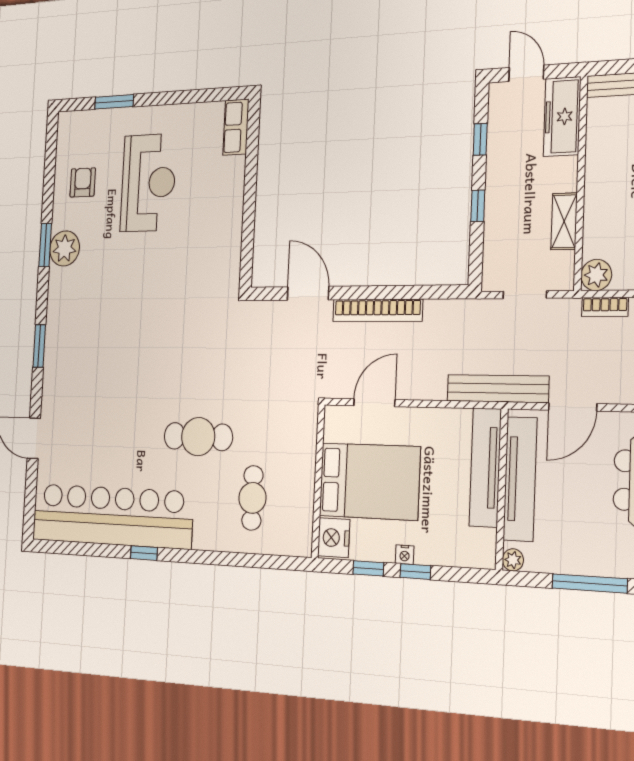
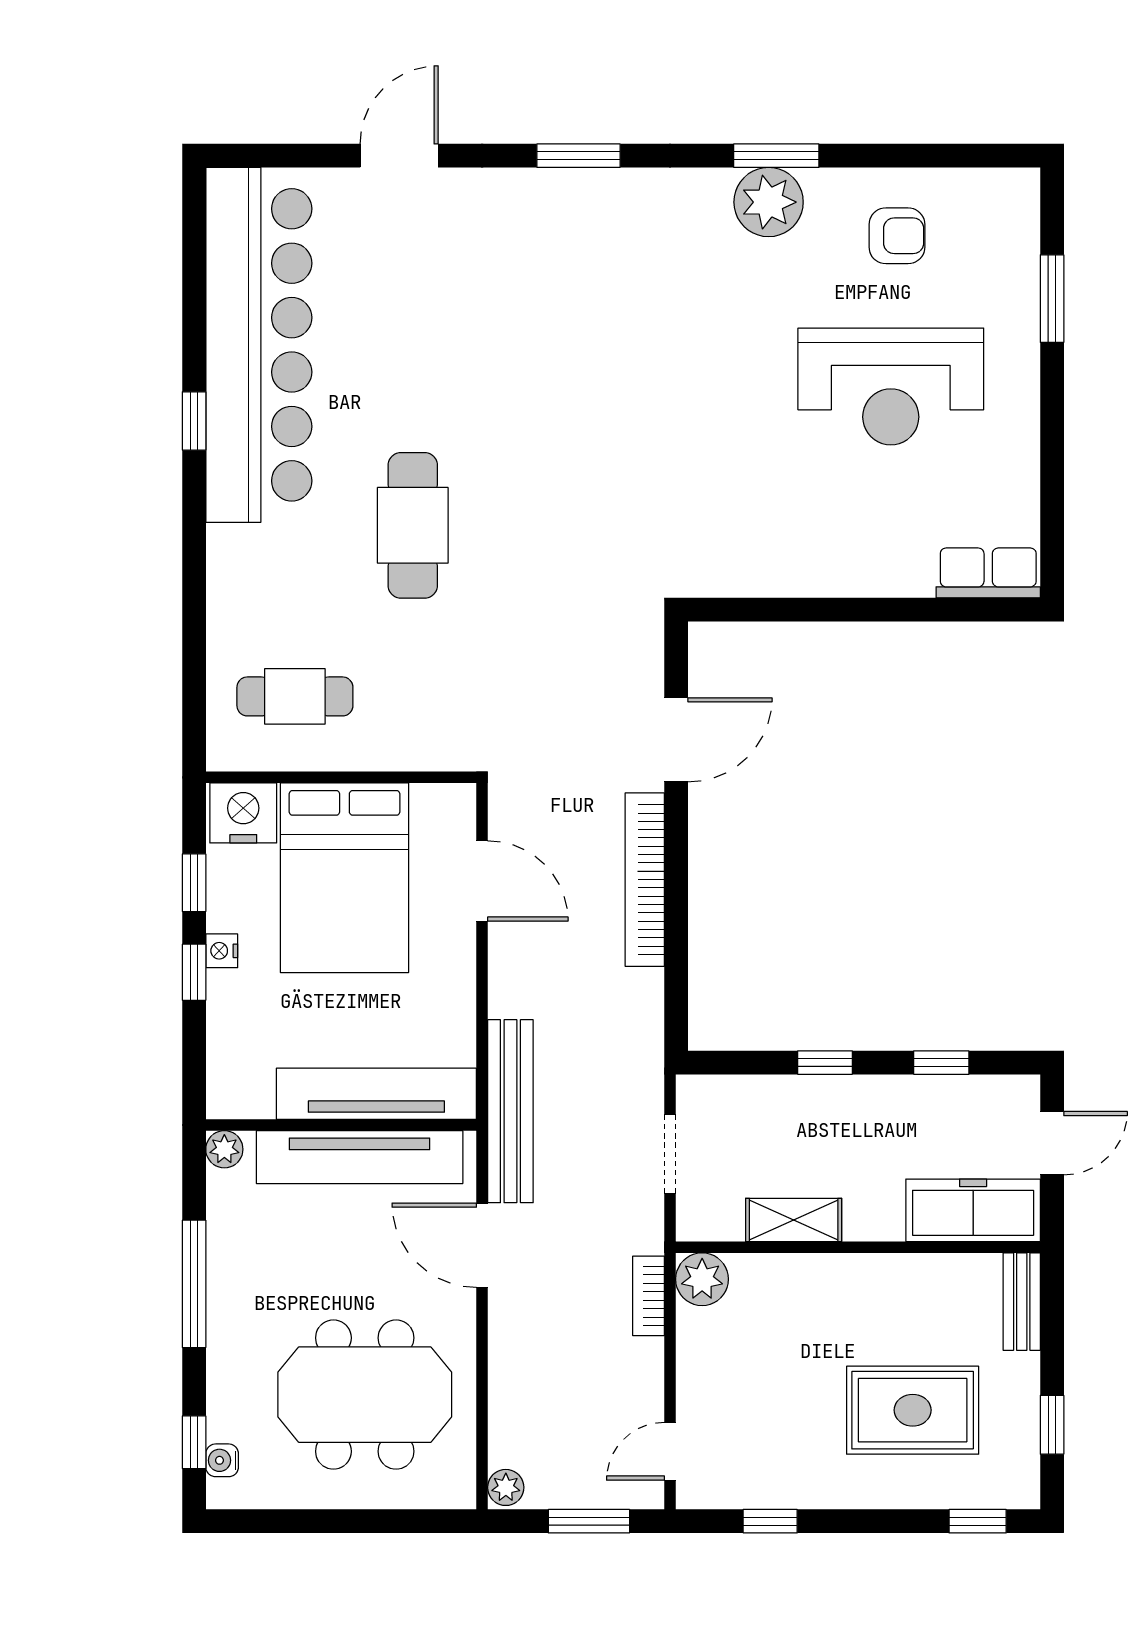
cafe table: (252, 498) -> (295, 696), moved

